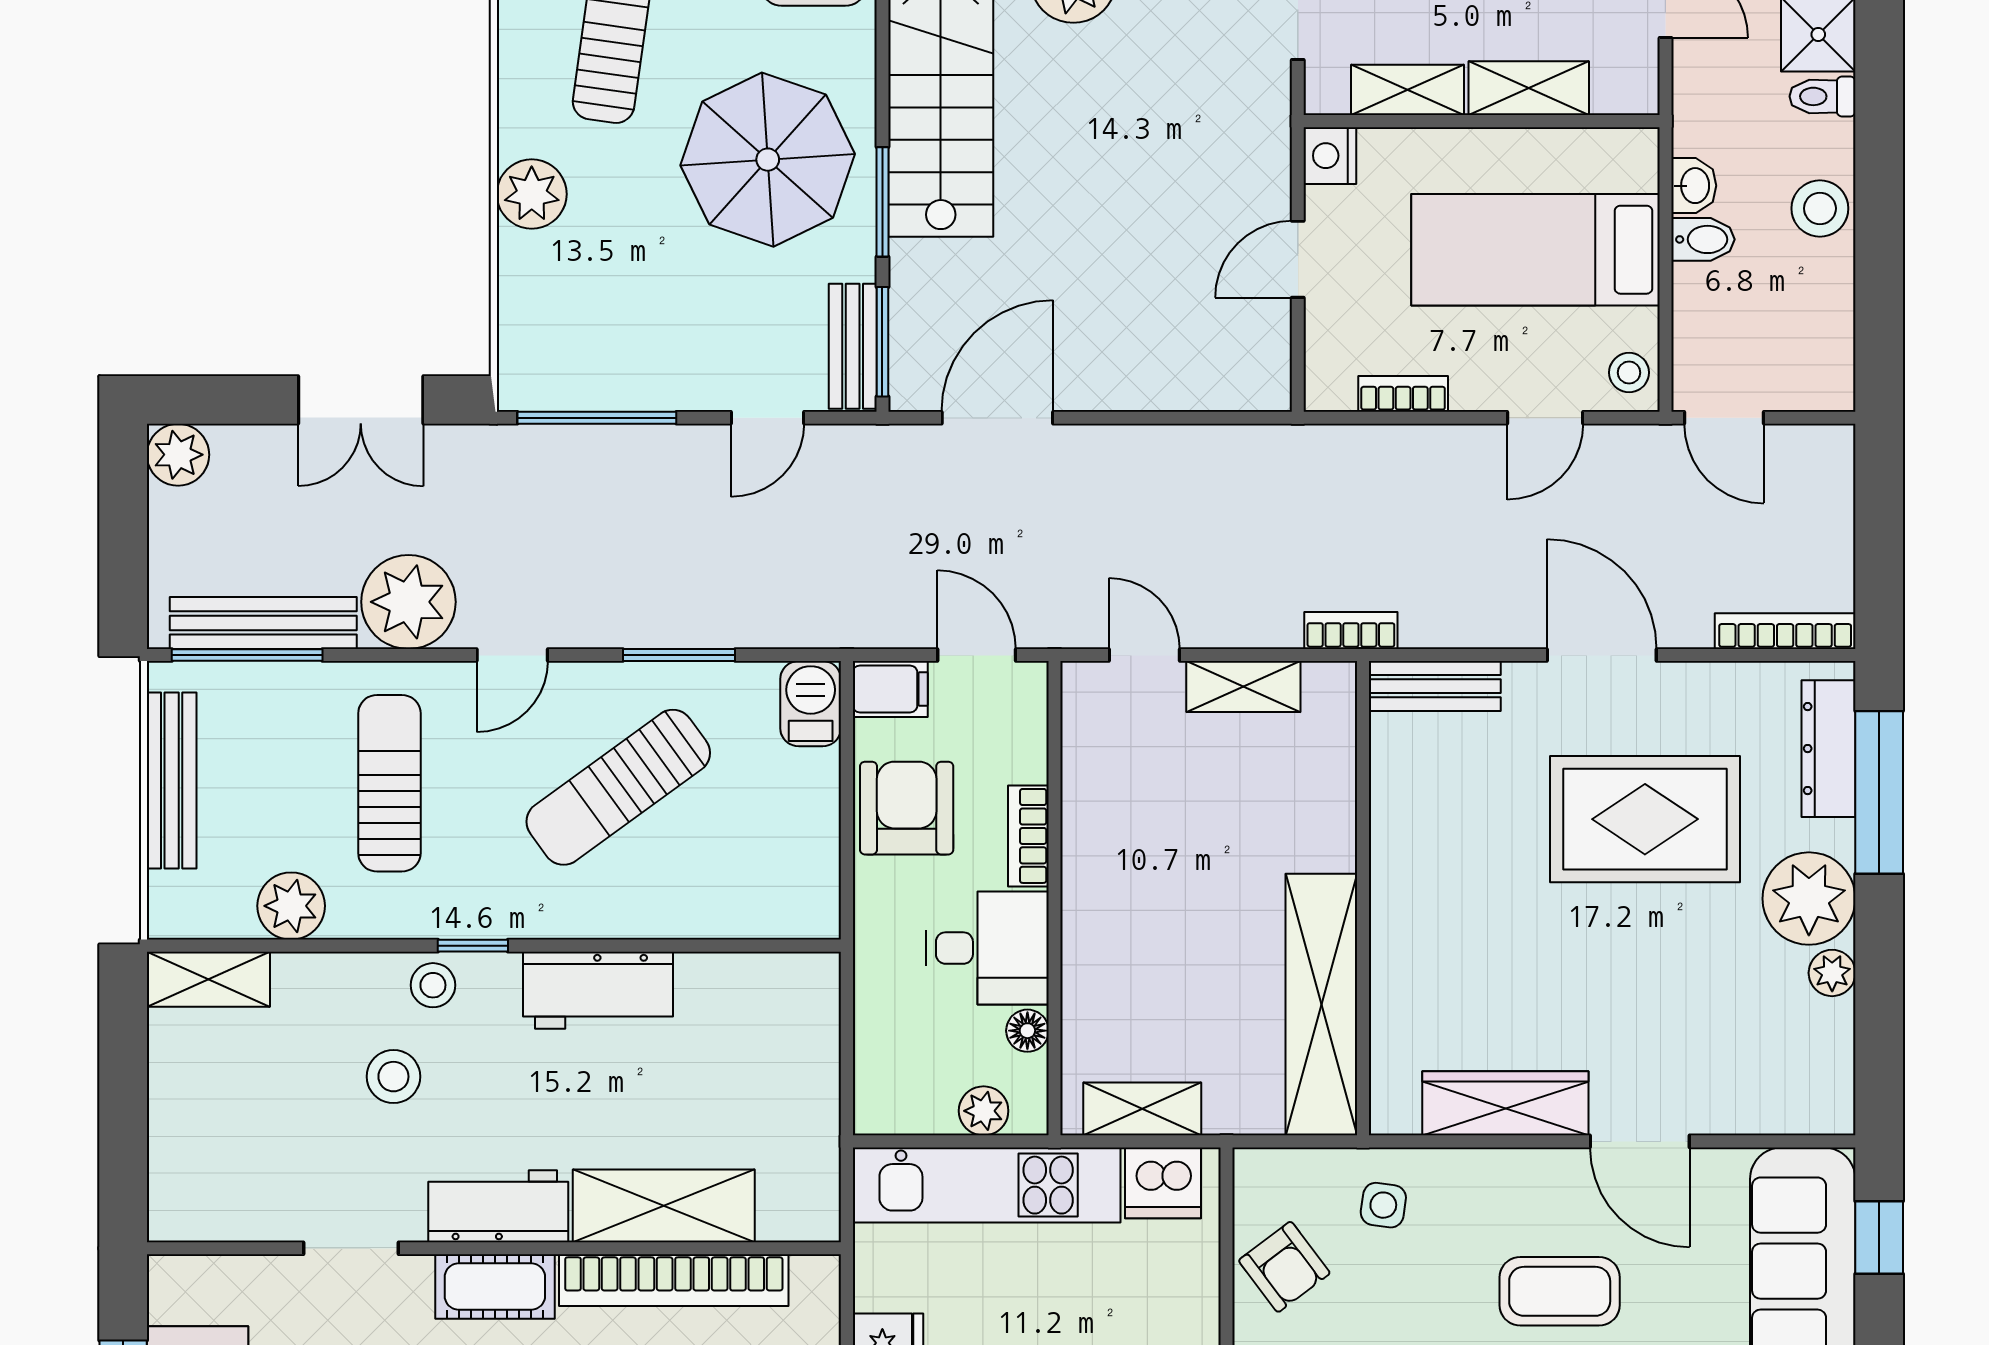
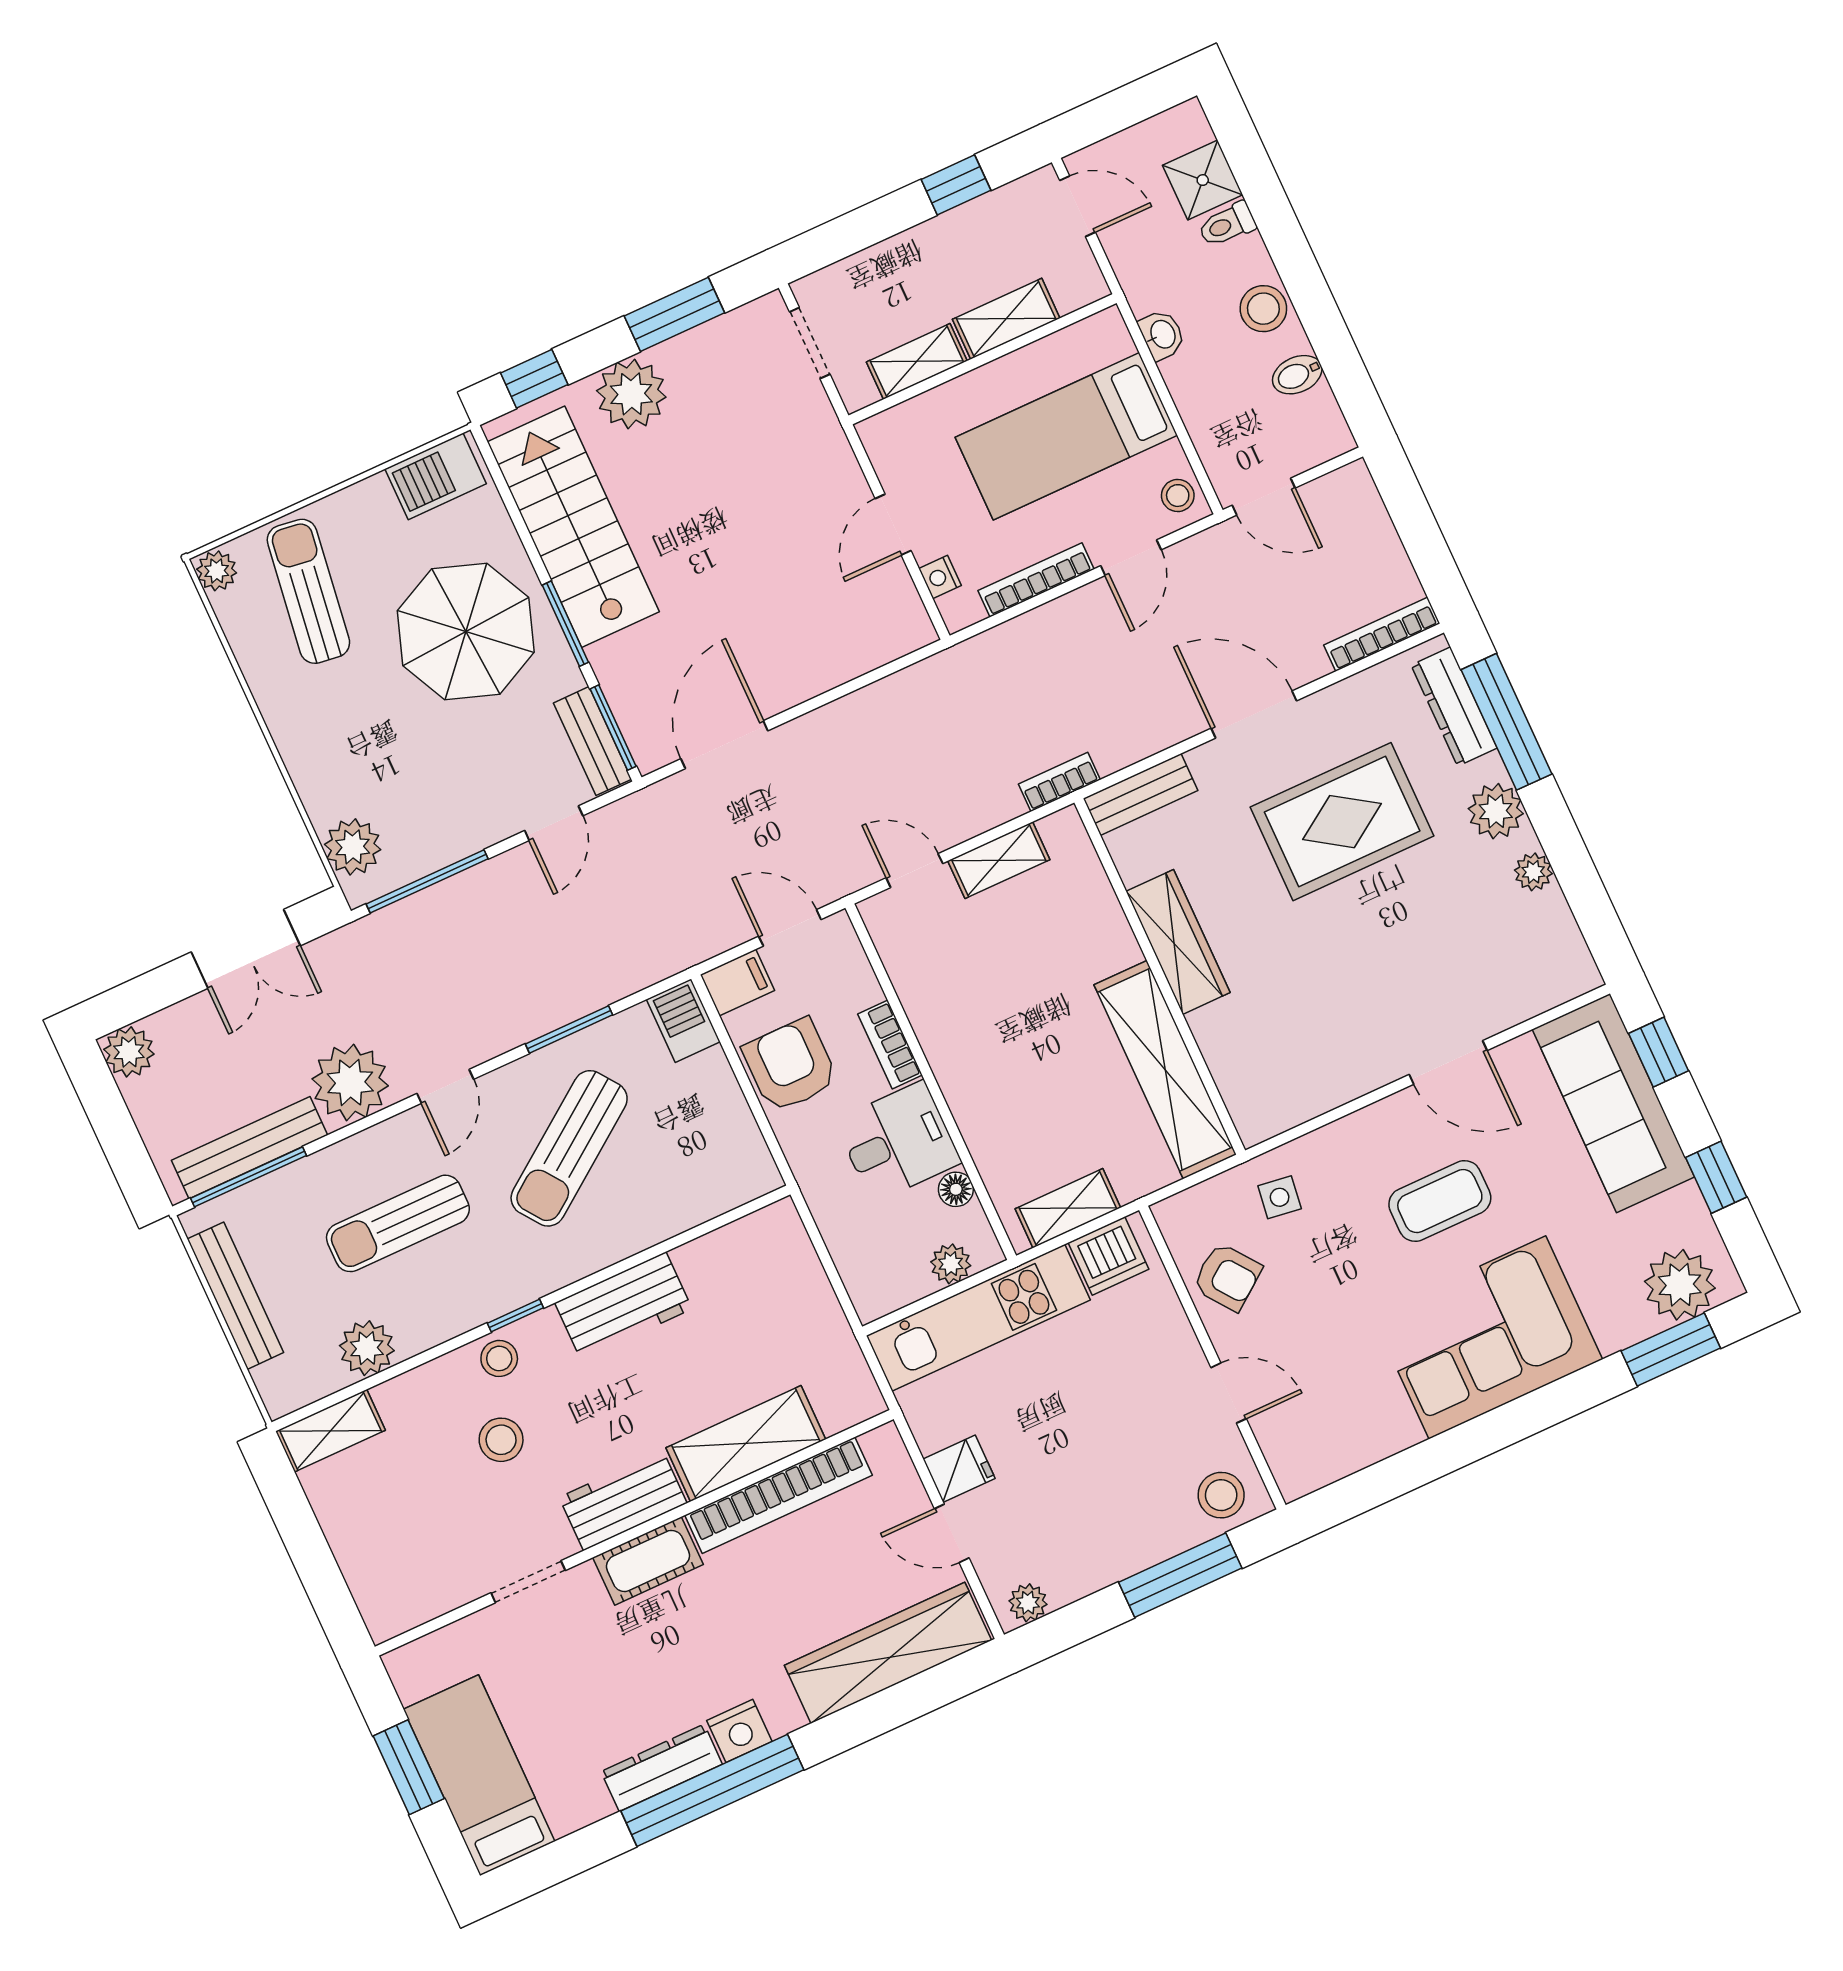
nightstand: (1330, 156) -> (940, 577), moved, width x0.72, depth x0.74
plant: (532, 194) -> (353, 847), moved
bidet: (1703, 239) -> (1297, 375), moved, turned 180
bookcase: (1403, 394) -> (1036, 580), width x1.56
sun lounger: (389, 783) -> (398, 1223), turned -90
plant: (1809, 899) -> (1496, 811), width x0.73, depth x0.73
wardrobe: (1505, 1103) -> (1178, 942), moved, turned 90

